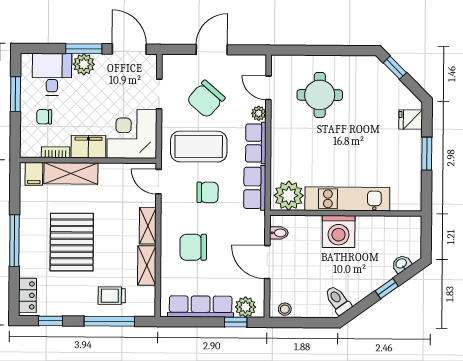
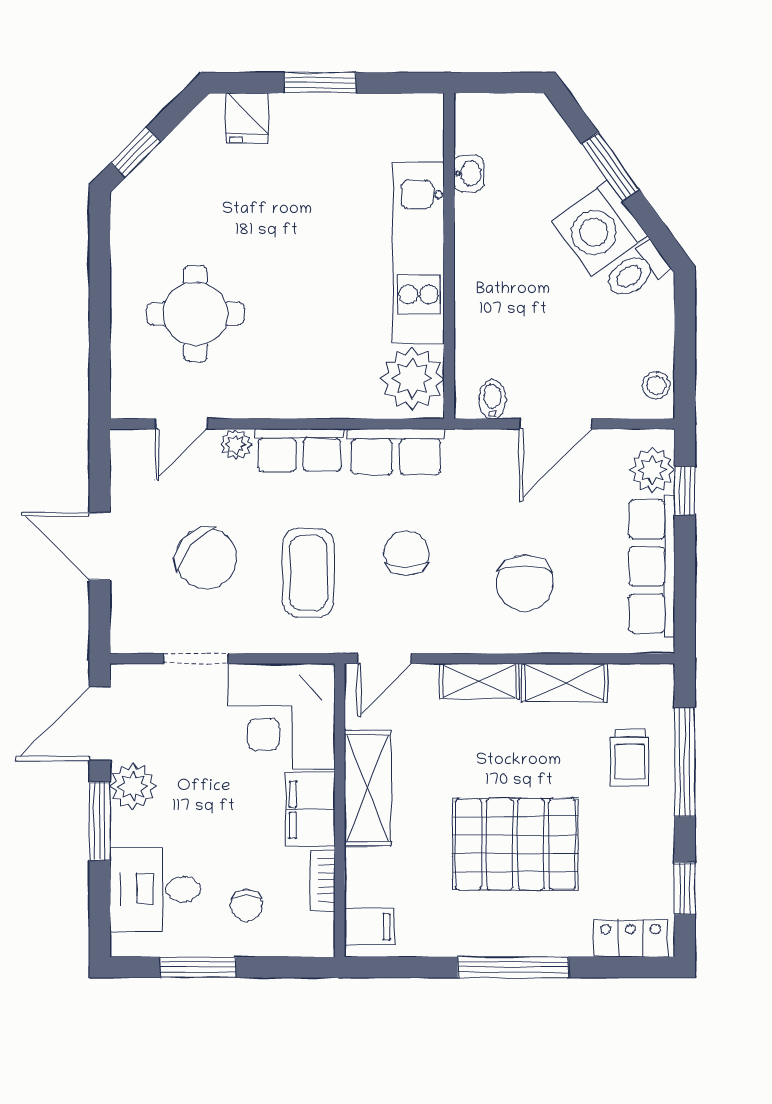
plant: (84, 64) -> (133, 786), moved
coffee table: (199, 147) -> (308, 573), width x0.73, depth x0.76
shelving: (71, 173) -> (368, 788), moved
washing machine: (339, 231) -> (600, 228), moved, turned 144
washbasin: (401, 264) -> (469, 173), moved, turned -144
window: (387, 288) -> (610, 167), width x1.50

